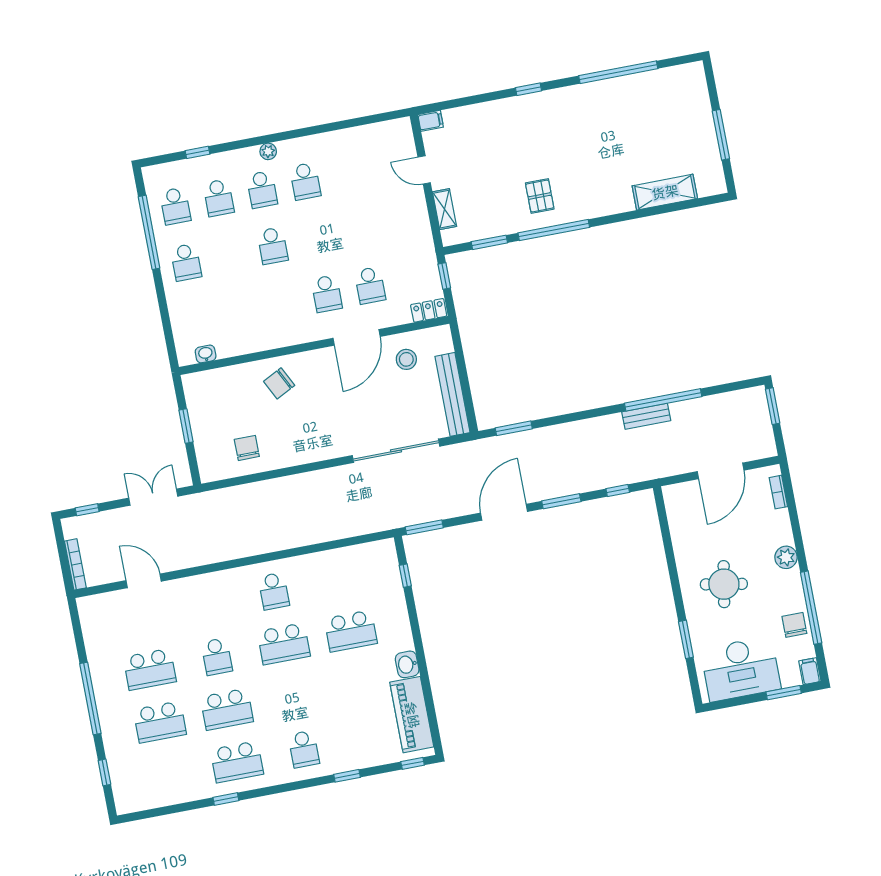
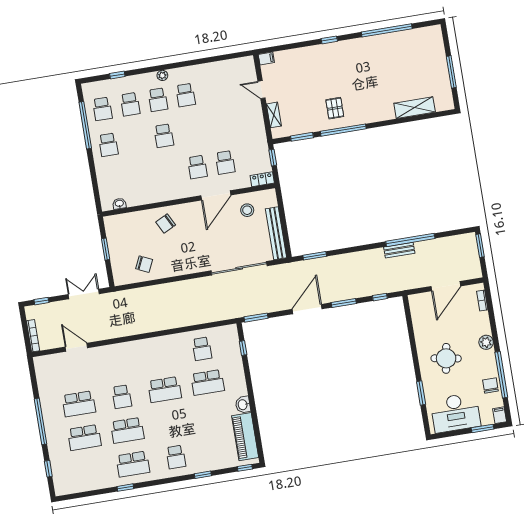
chair: (247, 448) -> (144, 264), turned 115
school desk: (274, 591) -> (202, 349), moved

